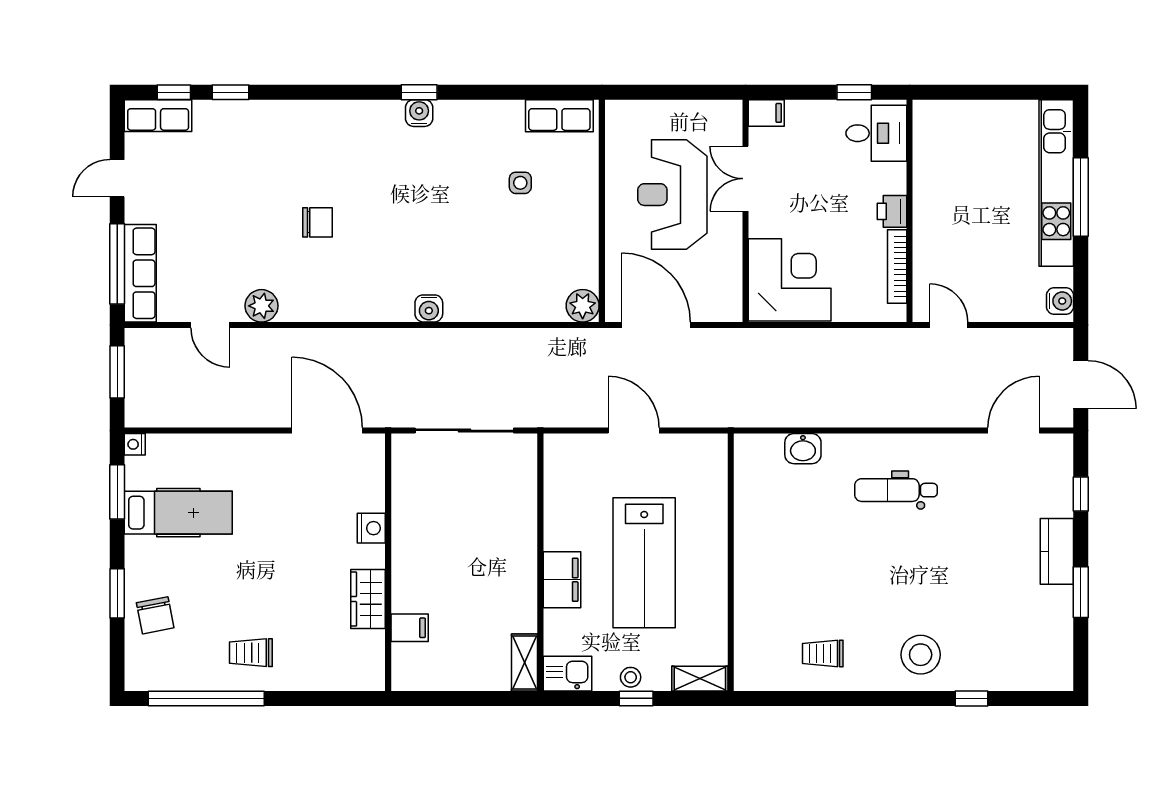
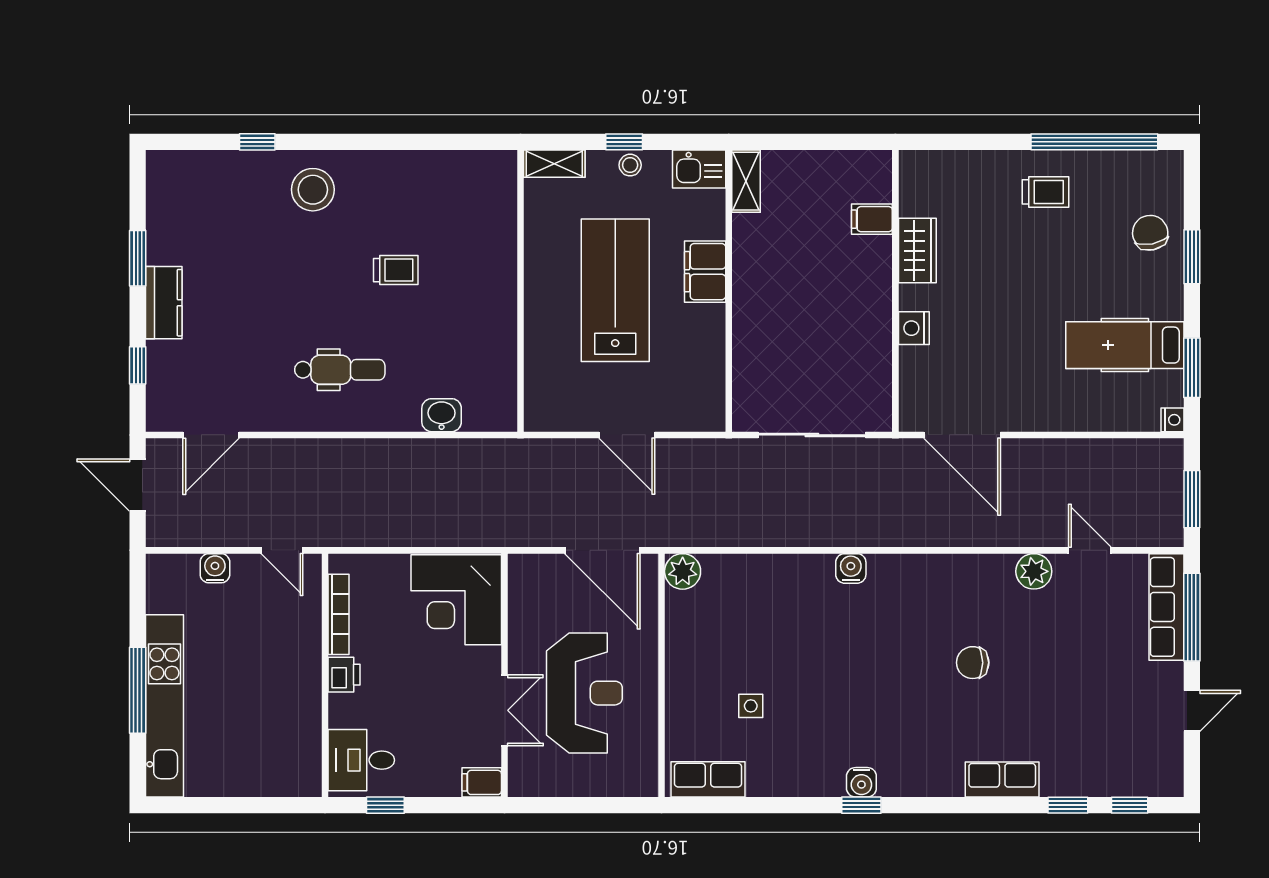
row of seats: (158, 116) -> (1002, 779), moved
water cooler: (1060, 301) -> (215, 568), moved, turned 90
trolley: (823, 654) -> (396, 270), moved

